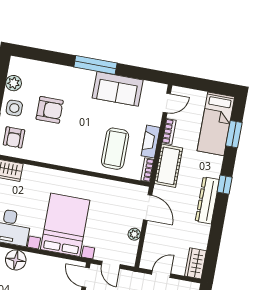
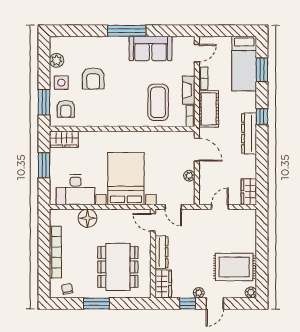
armchair: (50, 110) -> (93, 78), turned 90

